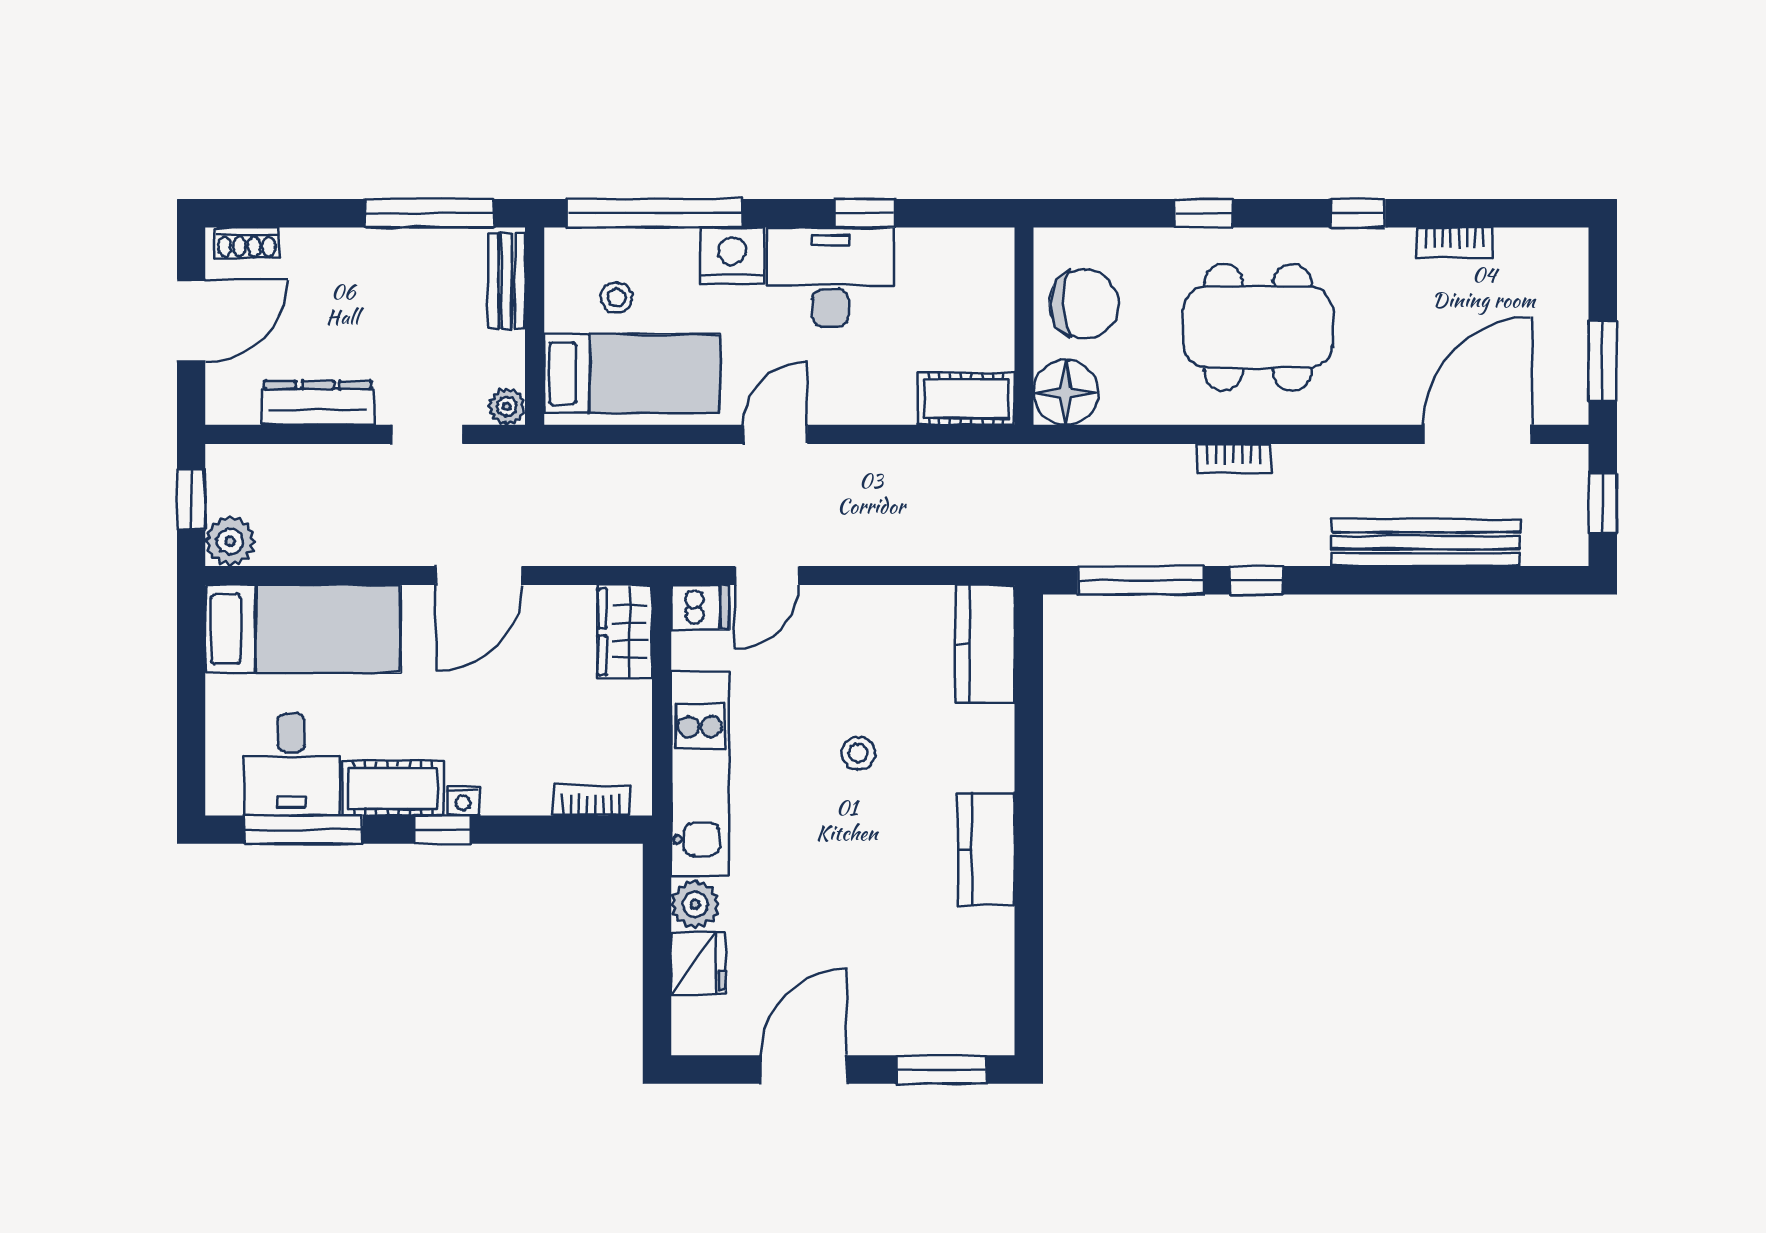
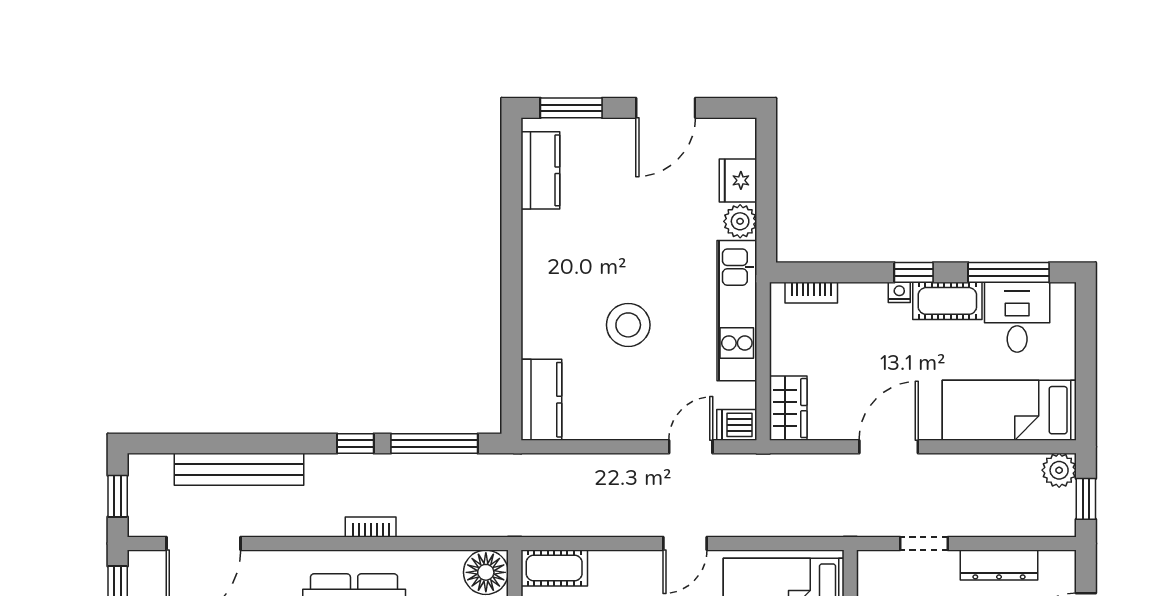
plant: (507, 407) -> (869, 563), removed
stool: (858, 753) -> (628, 325), width x1.89, depth x1.89
kitchen counter: (986, 849) -> (540, 170), moved

